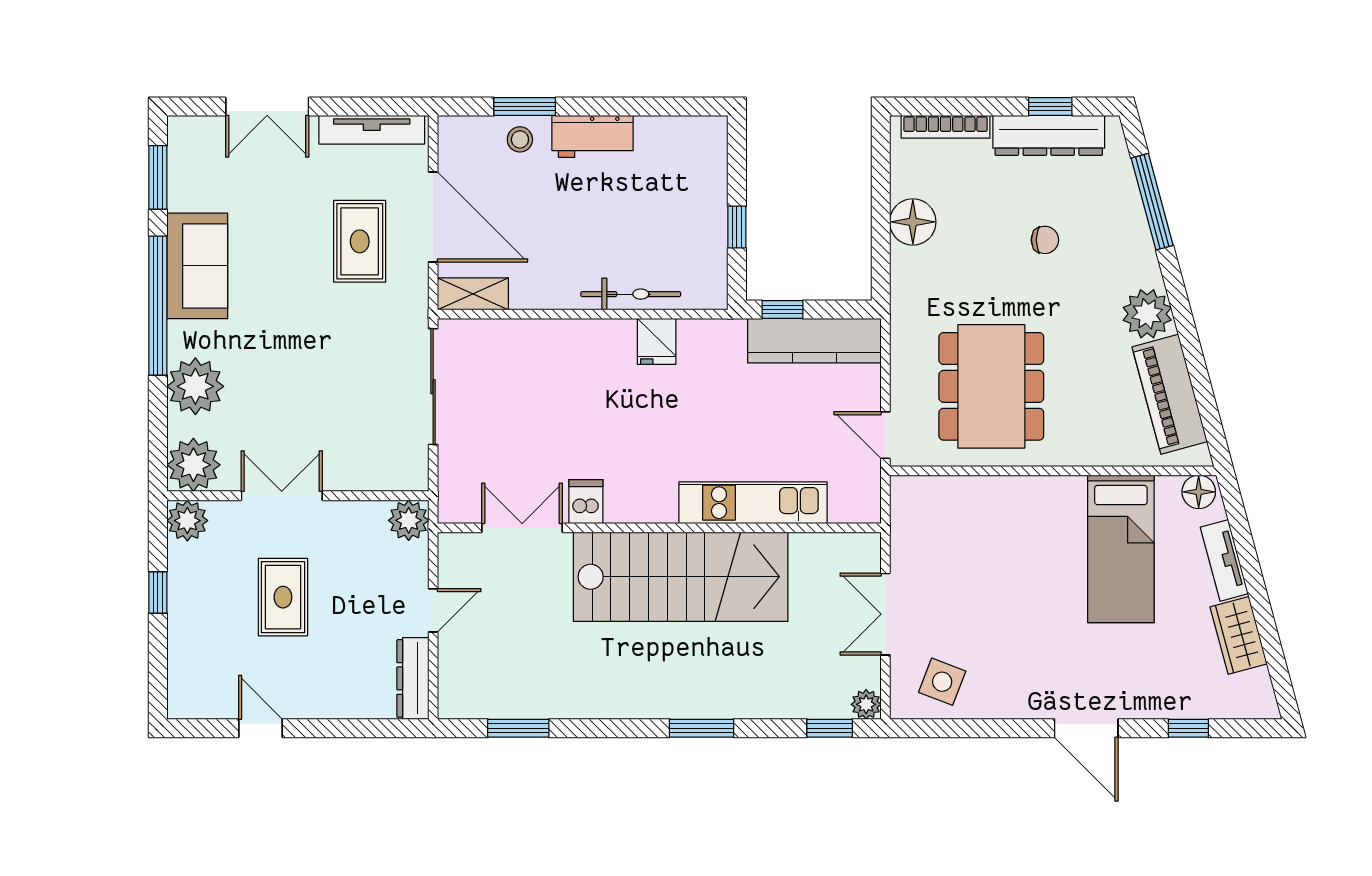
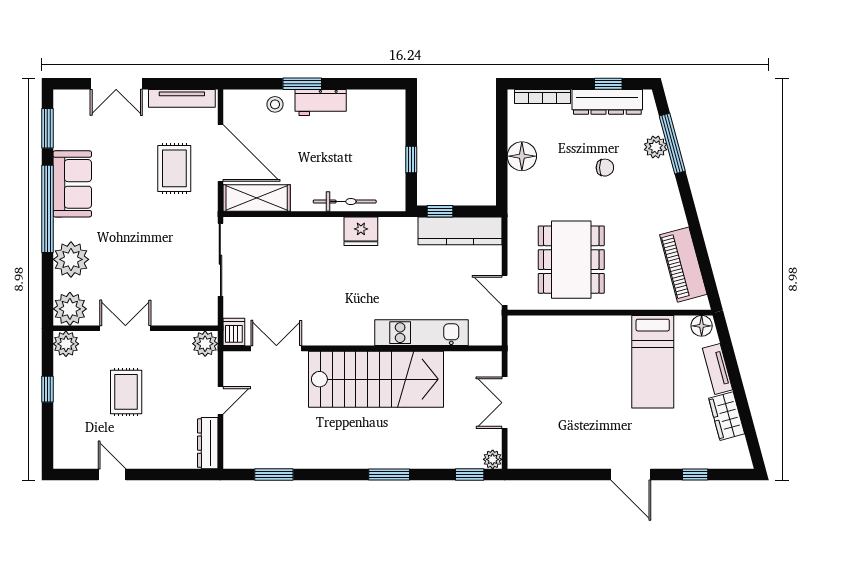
window: (525, 107) -> (302, 84), moved
shelving: (473, 294) -> (257, 198), width x1.50, depth x1.33
plant: (1147, 314) -> (656, 147), moved, width x0.73, depth x0.73
fridge: (657, 341) -> (361, 231), width x1.38
dishwasher: (586, 502) -> (234, 332), moved
side table: (942, 682) -> (540, 445), removed

